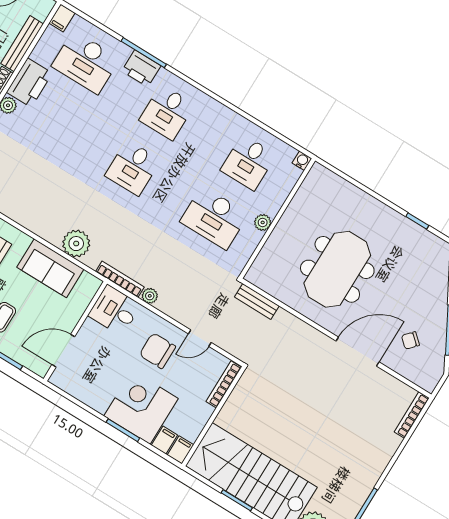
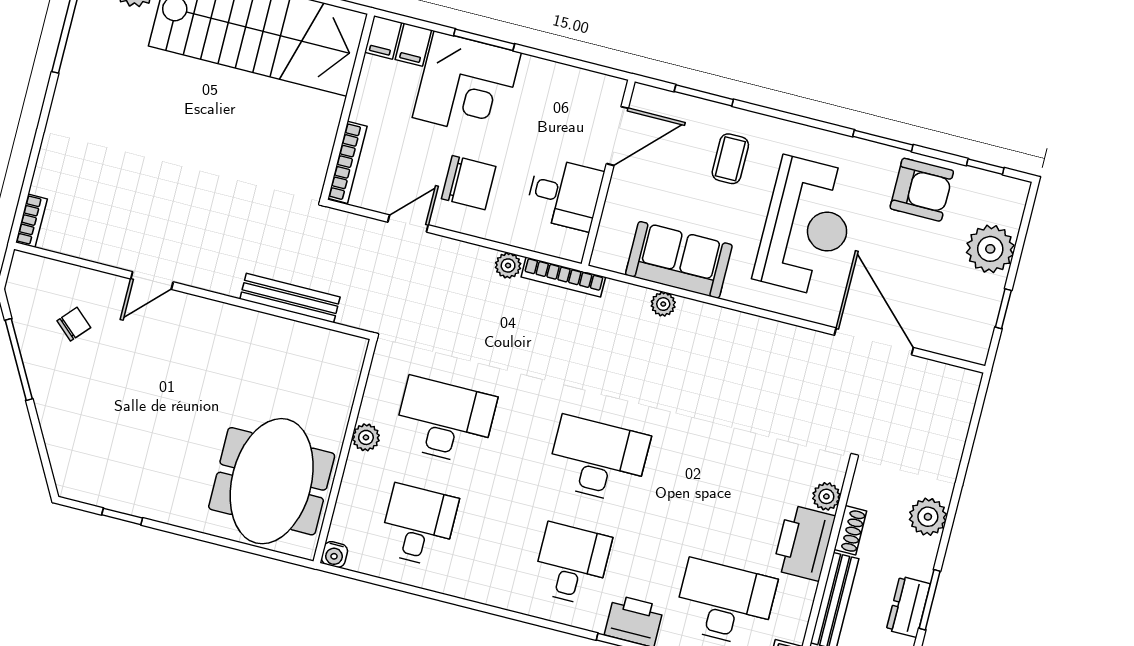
desk: (133, 168) -> (598, 459), width x1.37
plant: (76, 244) -> (663, 304), width x0.53, depth x0.53
meeting table: (337, 269) -> (272, 481), moved
bench: (257, 301) -> (290, 298), moved, width x1.36
desk: (115, 310) -> (564, 194), moved
door: (358, 352) -> (152, 280), width x0.53
bookcase: (412, 415) -> (31, 221), width x0.64

